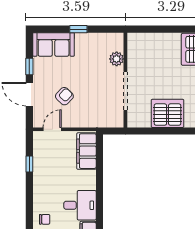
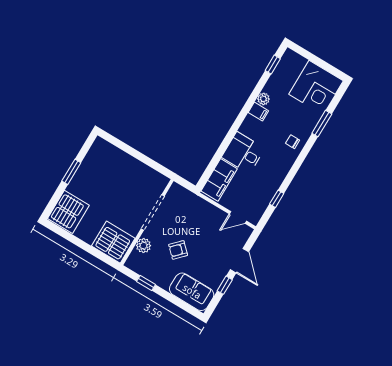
window: (78, 29) -> (146, 283), moved
armchair: (64, 96) -> (178, 250), moved
server rack: (168, 113) -> (113, 242), moved, turned 180
desk: (80, 205) -> (243, 153), moved

